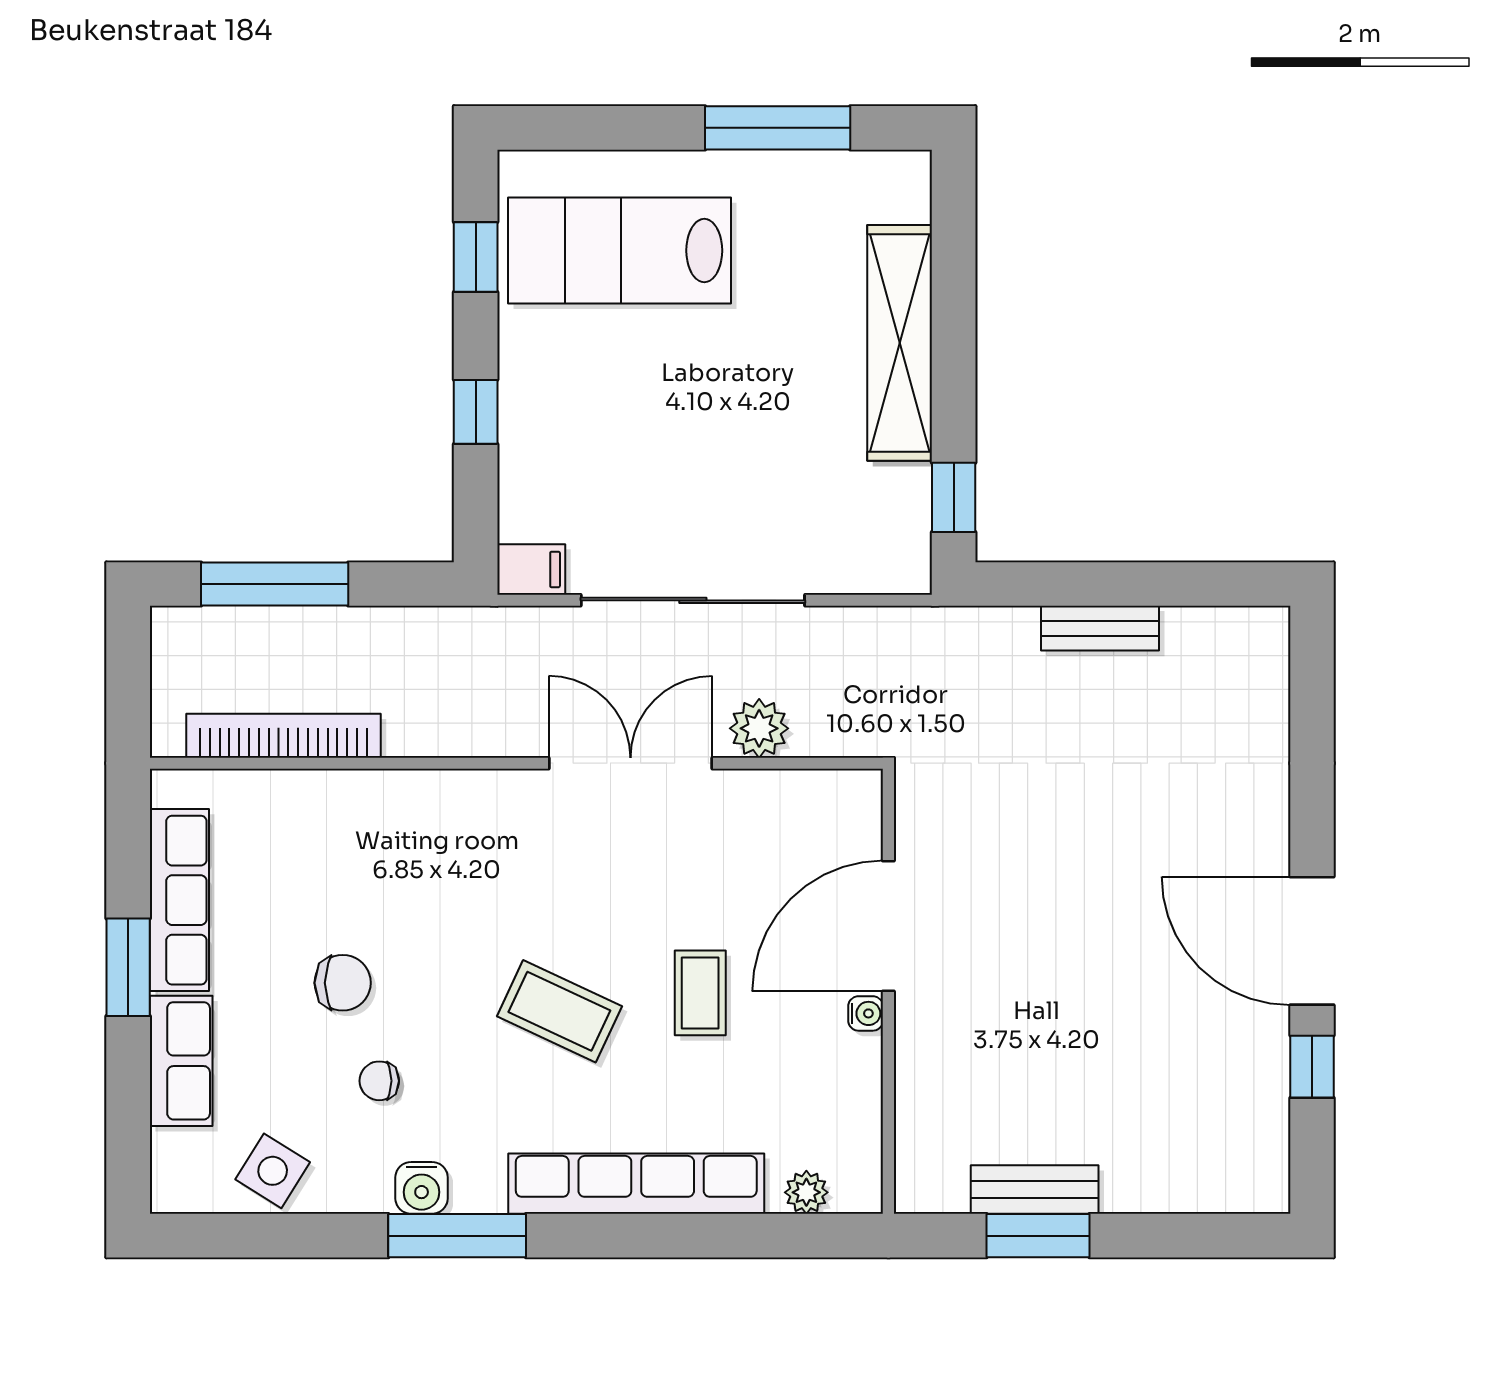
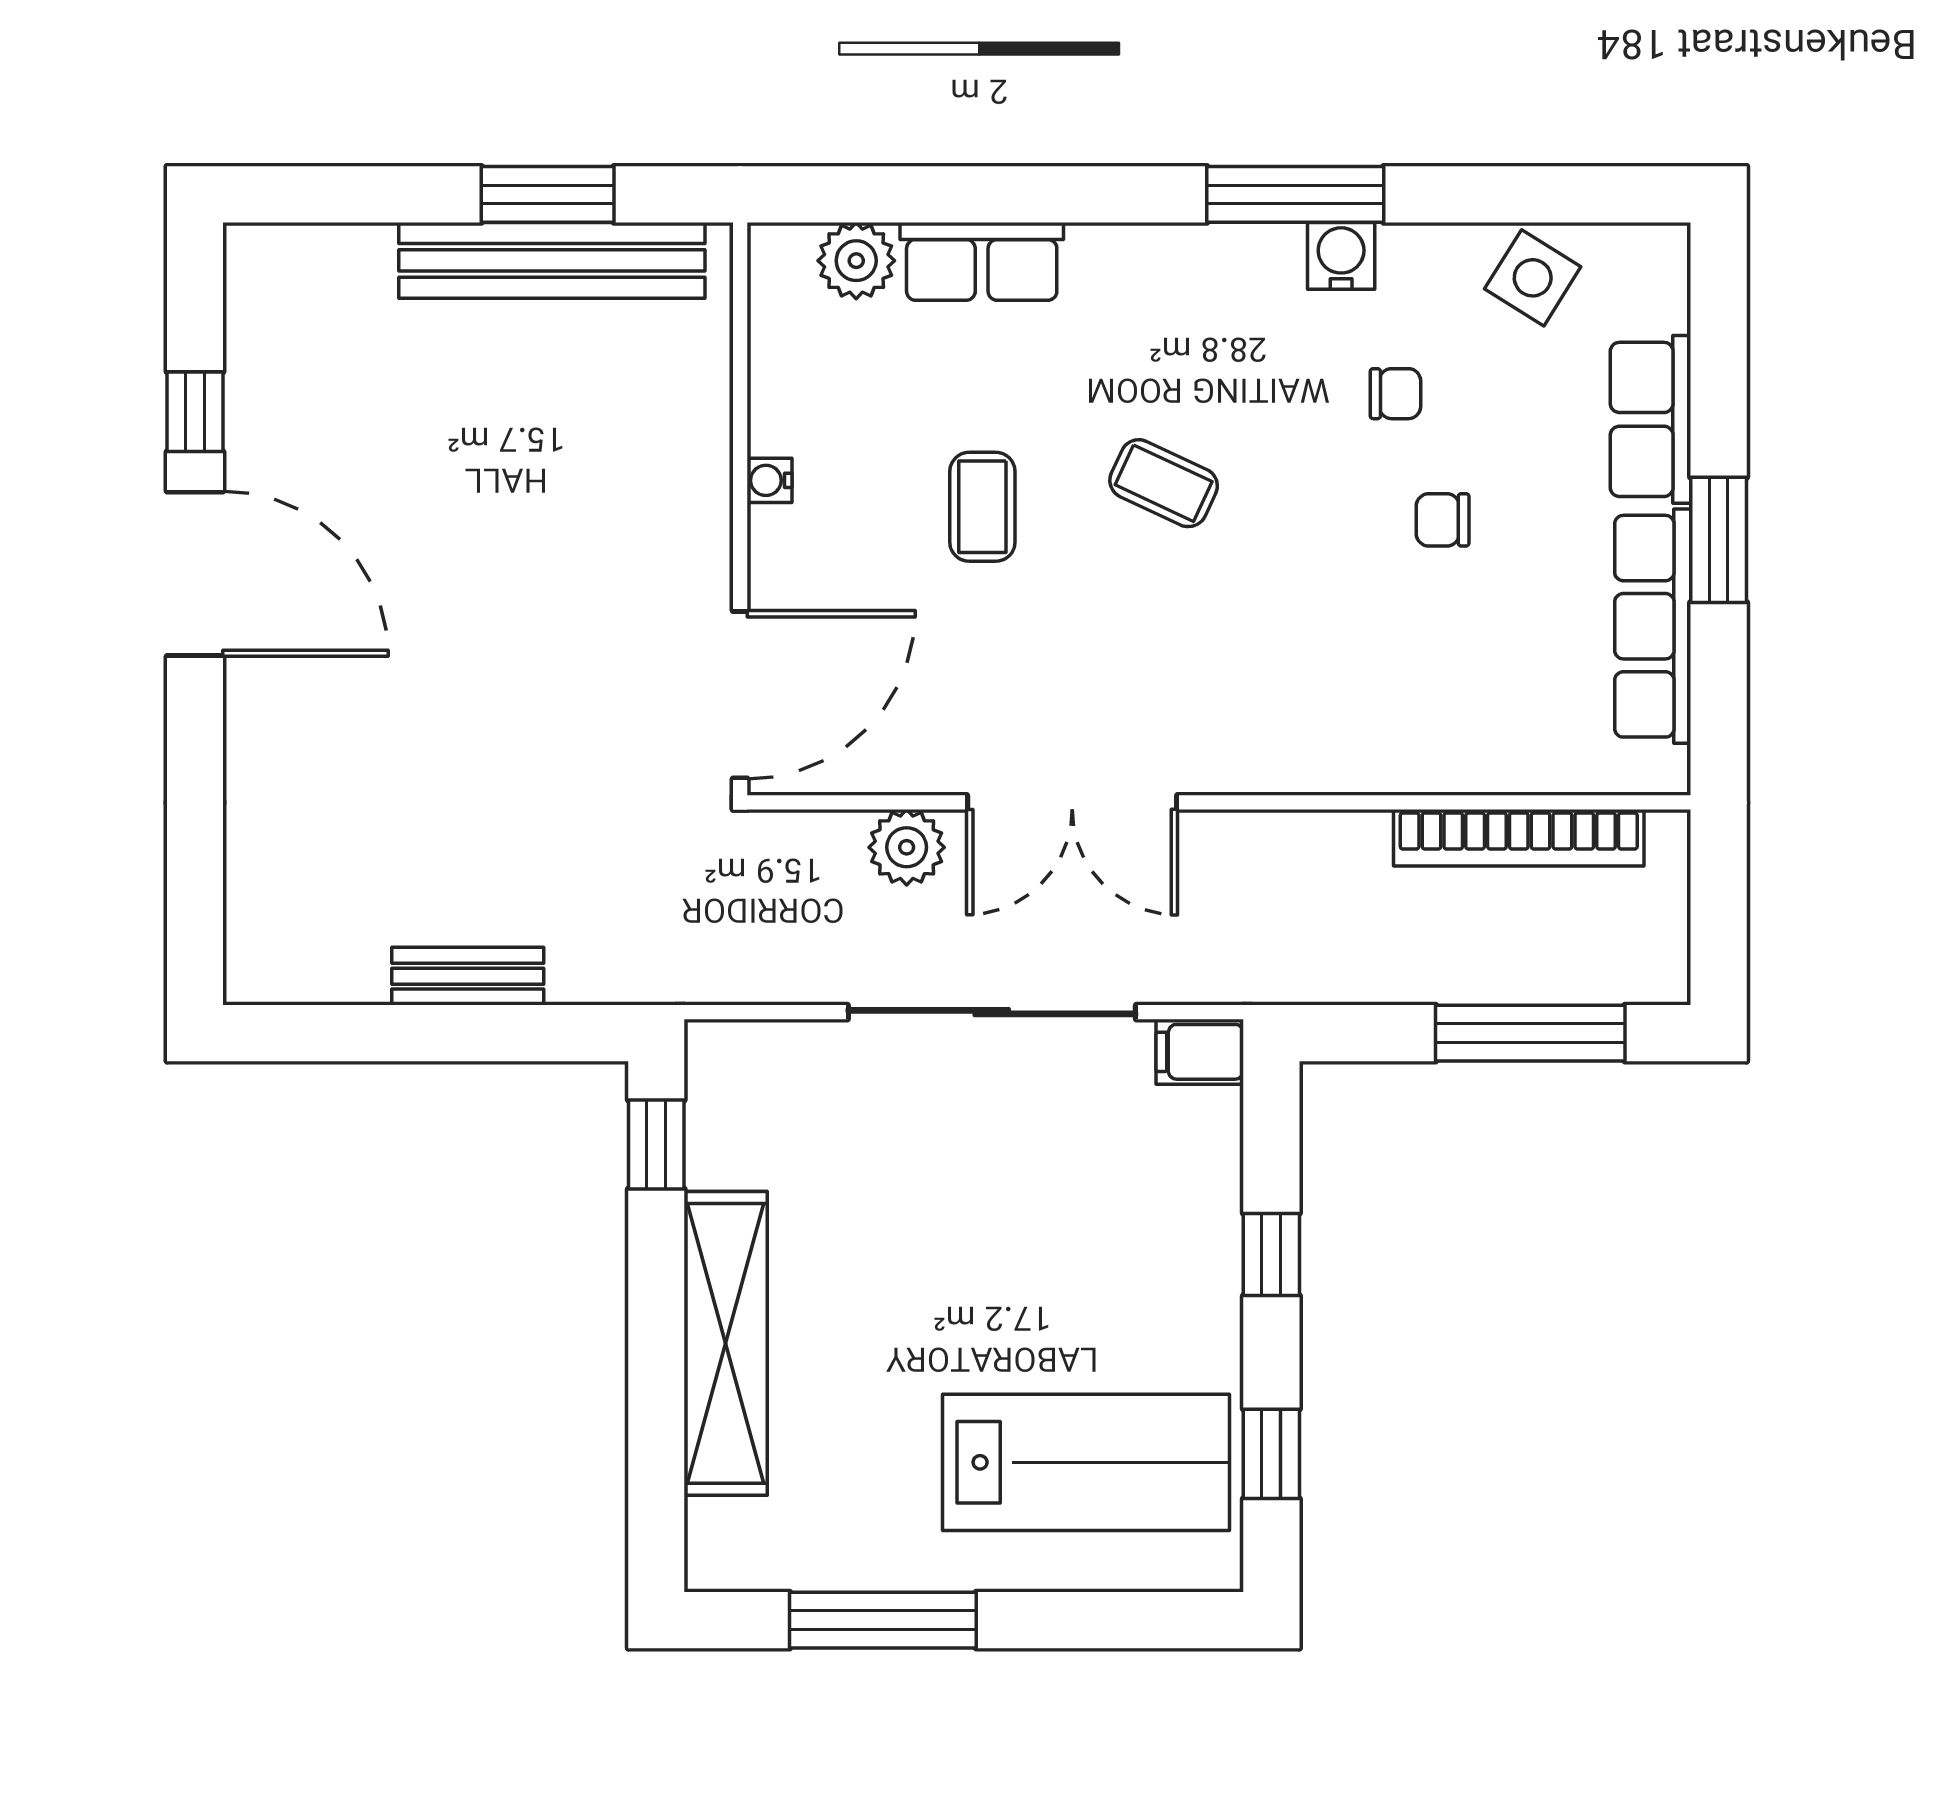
door: (888, 926) -> (740, 695), moved
chair: (343, 983) -> (1443, 520), width x0.73, depth x0.73
coffee table: (559, 1011) -> (1164, 483), width x0.73, depth x0.77
row of seats: (636, 1184) -> (982, 261), width x0.50
bench: (1035, 1190) -> (552, 260), width x1.86, depth x1.21
plant: (806, 1192) -> (856, 261), width x1.38, depth x1.38

